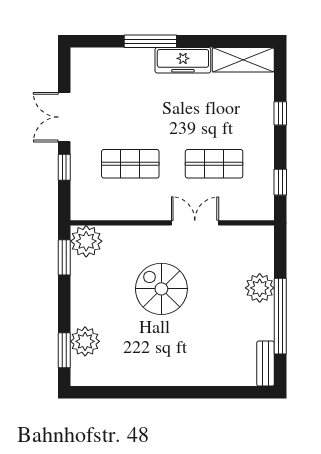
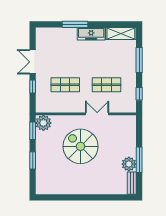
window: (280, 113) -> (139, 60), width x2.17
plant: (260, 288) -> (129, 164), moved
spiral stairs: (161, 289) -> (81, 146), width x1.37, depth x1.37
window: (280, 316) -> (139, 160), width x0.68
plant: (85, 341) -> (43, 172), removed
window: (64, 350) -> (33, 160), moved

